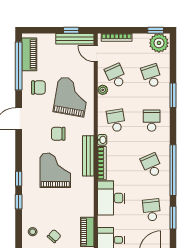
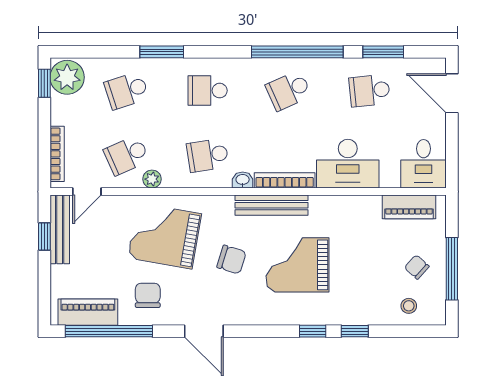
chair: (58, 134) -> (231, 260), turned -73

